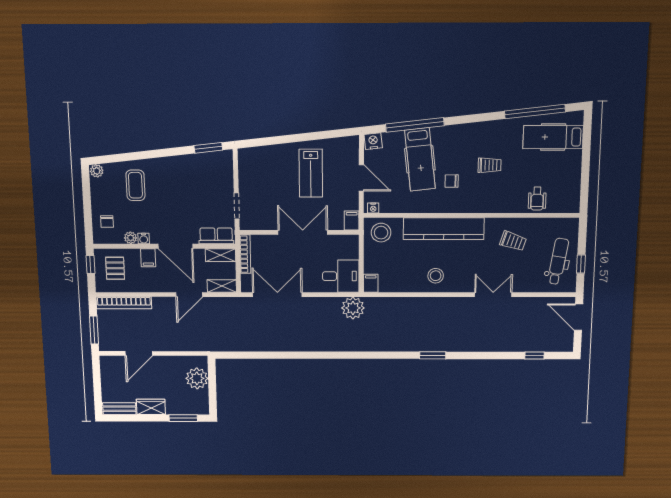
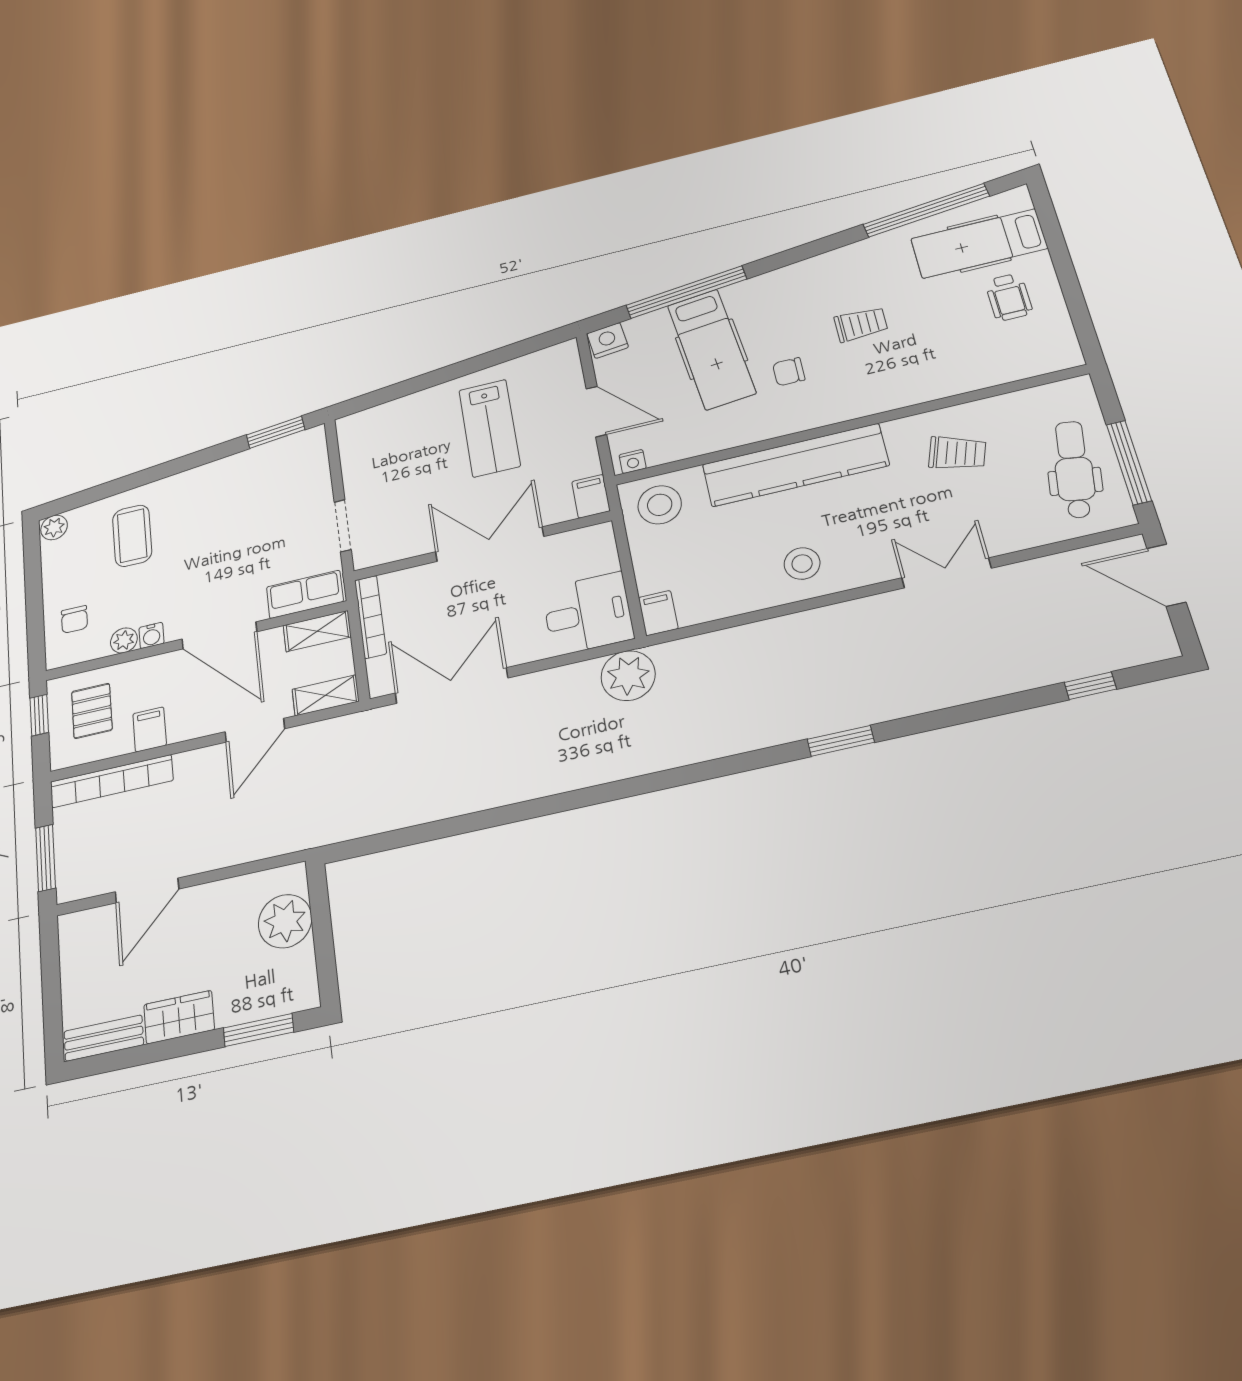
wheelchair: (537, 199) -> (1009, 297), moved
filing cabinet: (148, 258) -> (150, 729), moved, turned 180
window: (581, 264) -> (1129, 462), width x2.17

